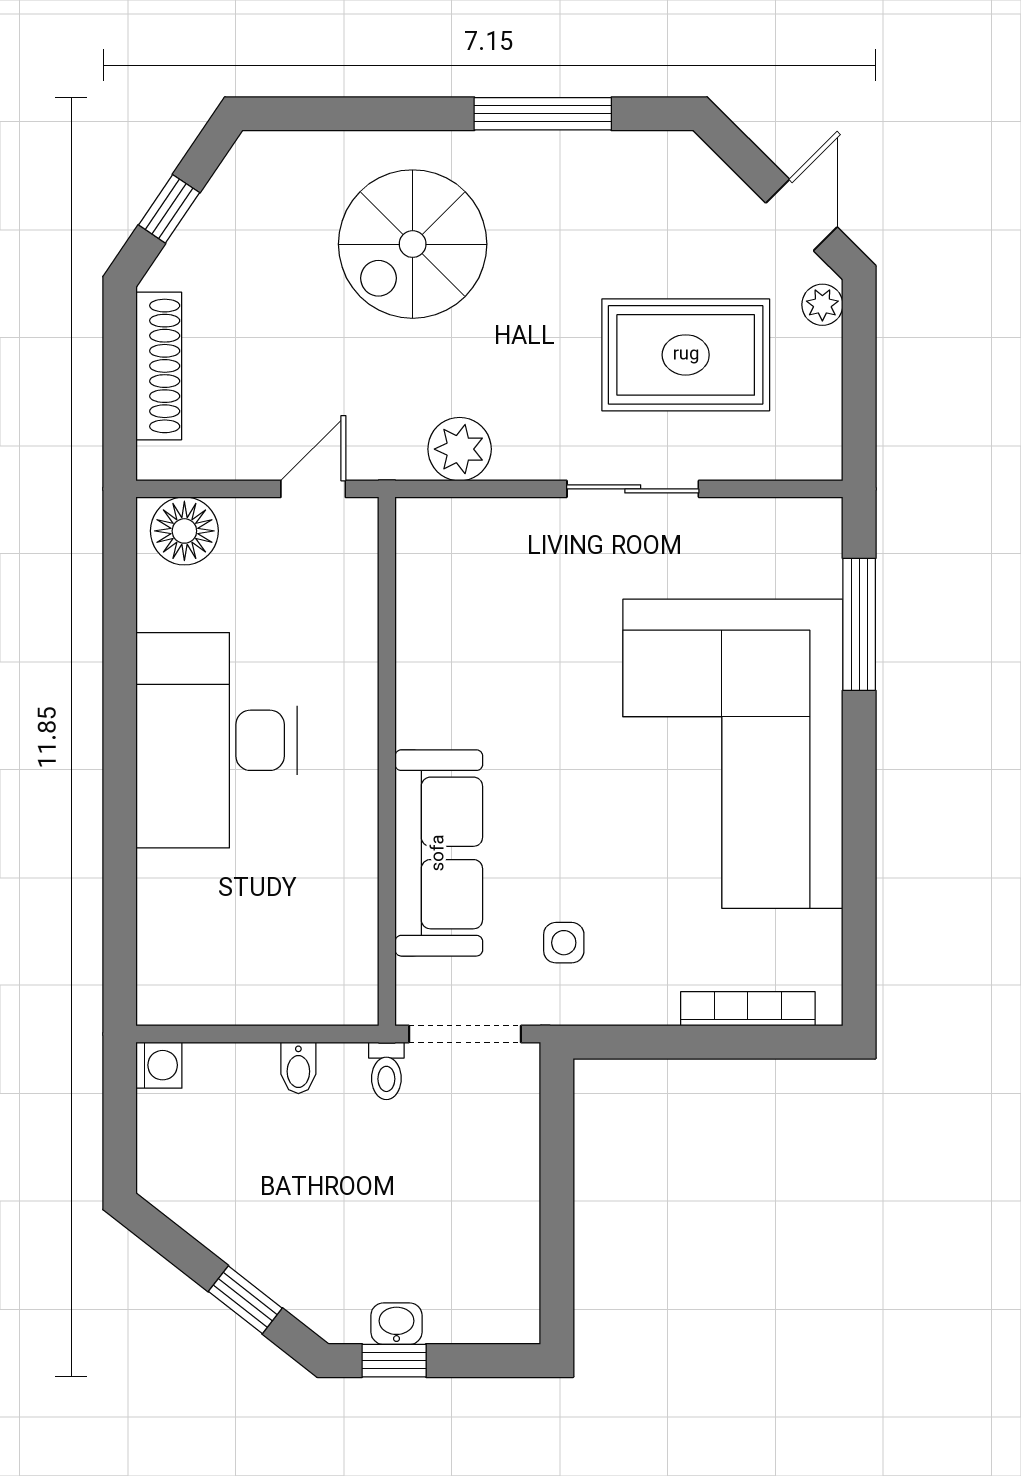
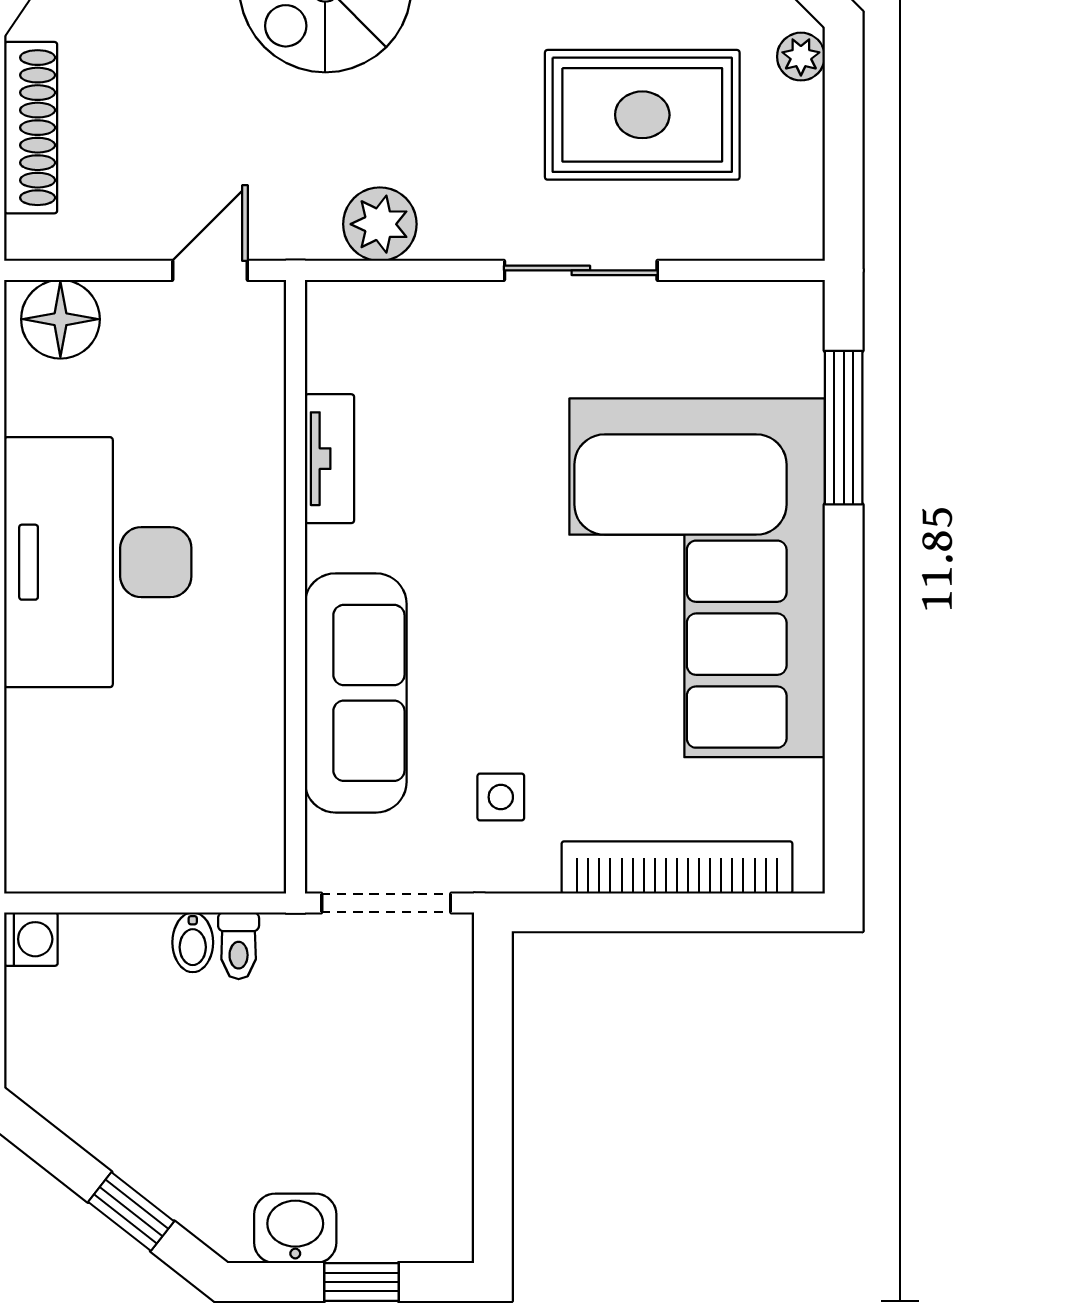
tv unit: (416, 651) -> (329, 459), added
bookcase: (748, 1009) -> (677, 867), width x1.48, depth x1.31
toilet: (386, 1071) -> (239, 946), moved
washbasin: (396, 1324) -> (295, 1228), width x1.38, depth x1.45
window: (394, 1361) -> (362, 1282), moved

